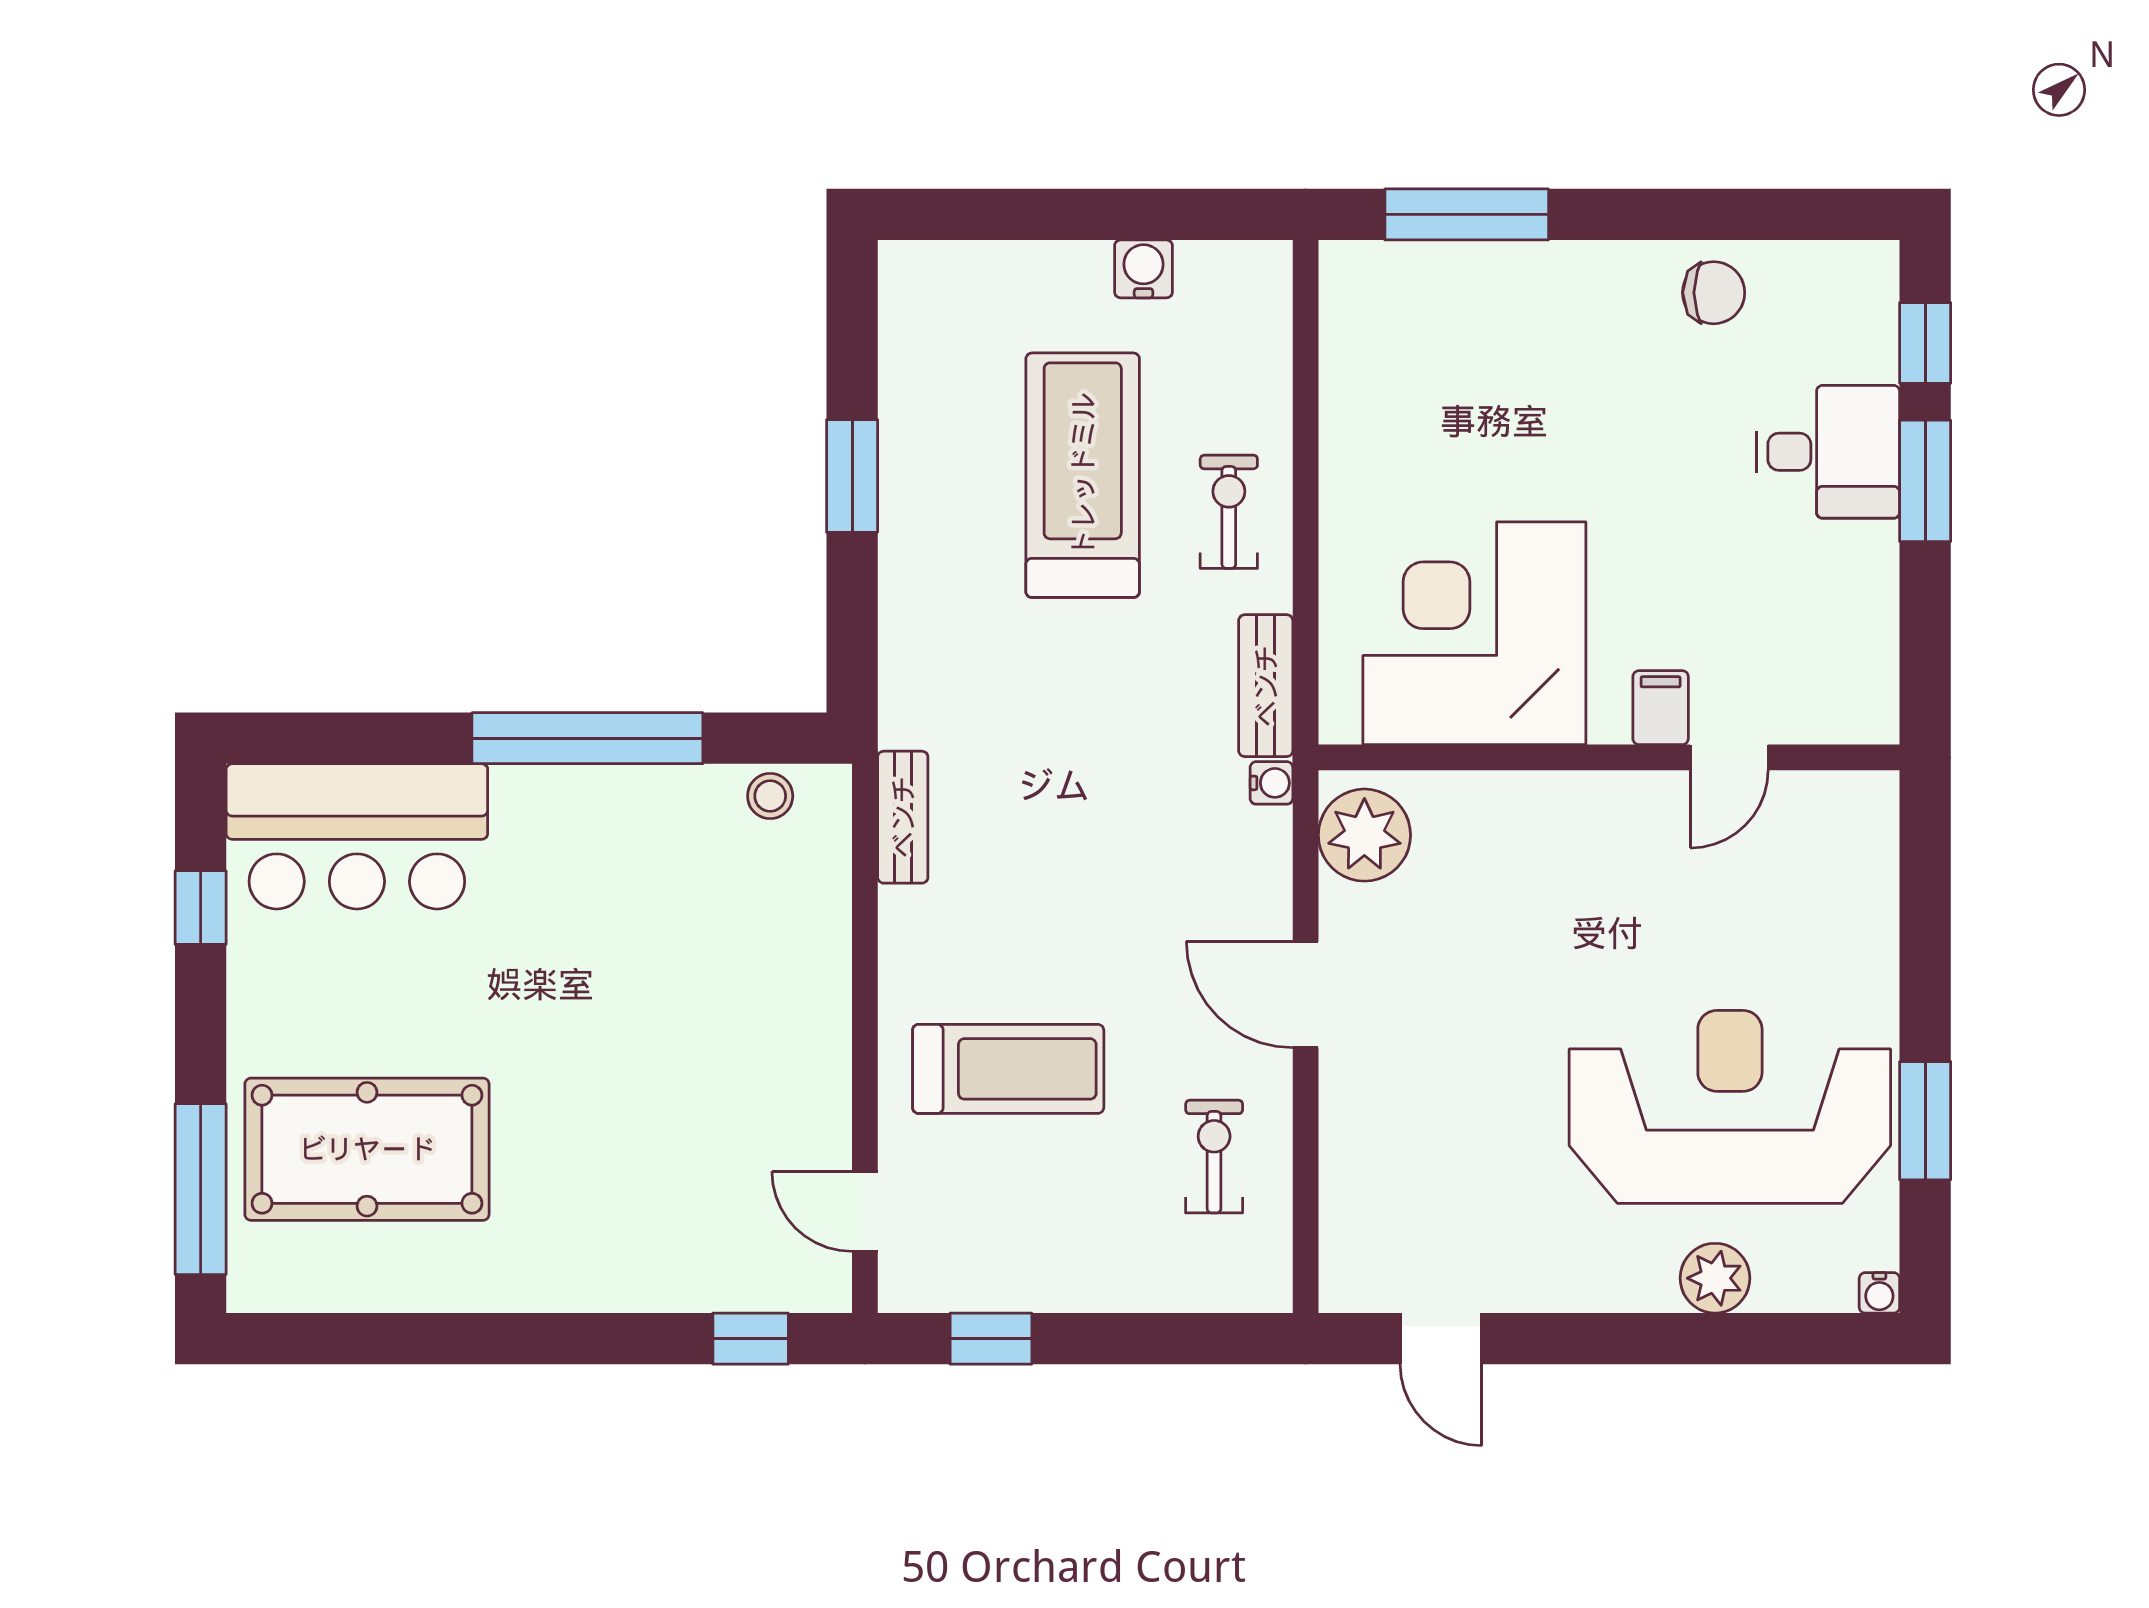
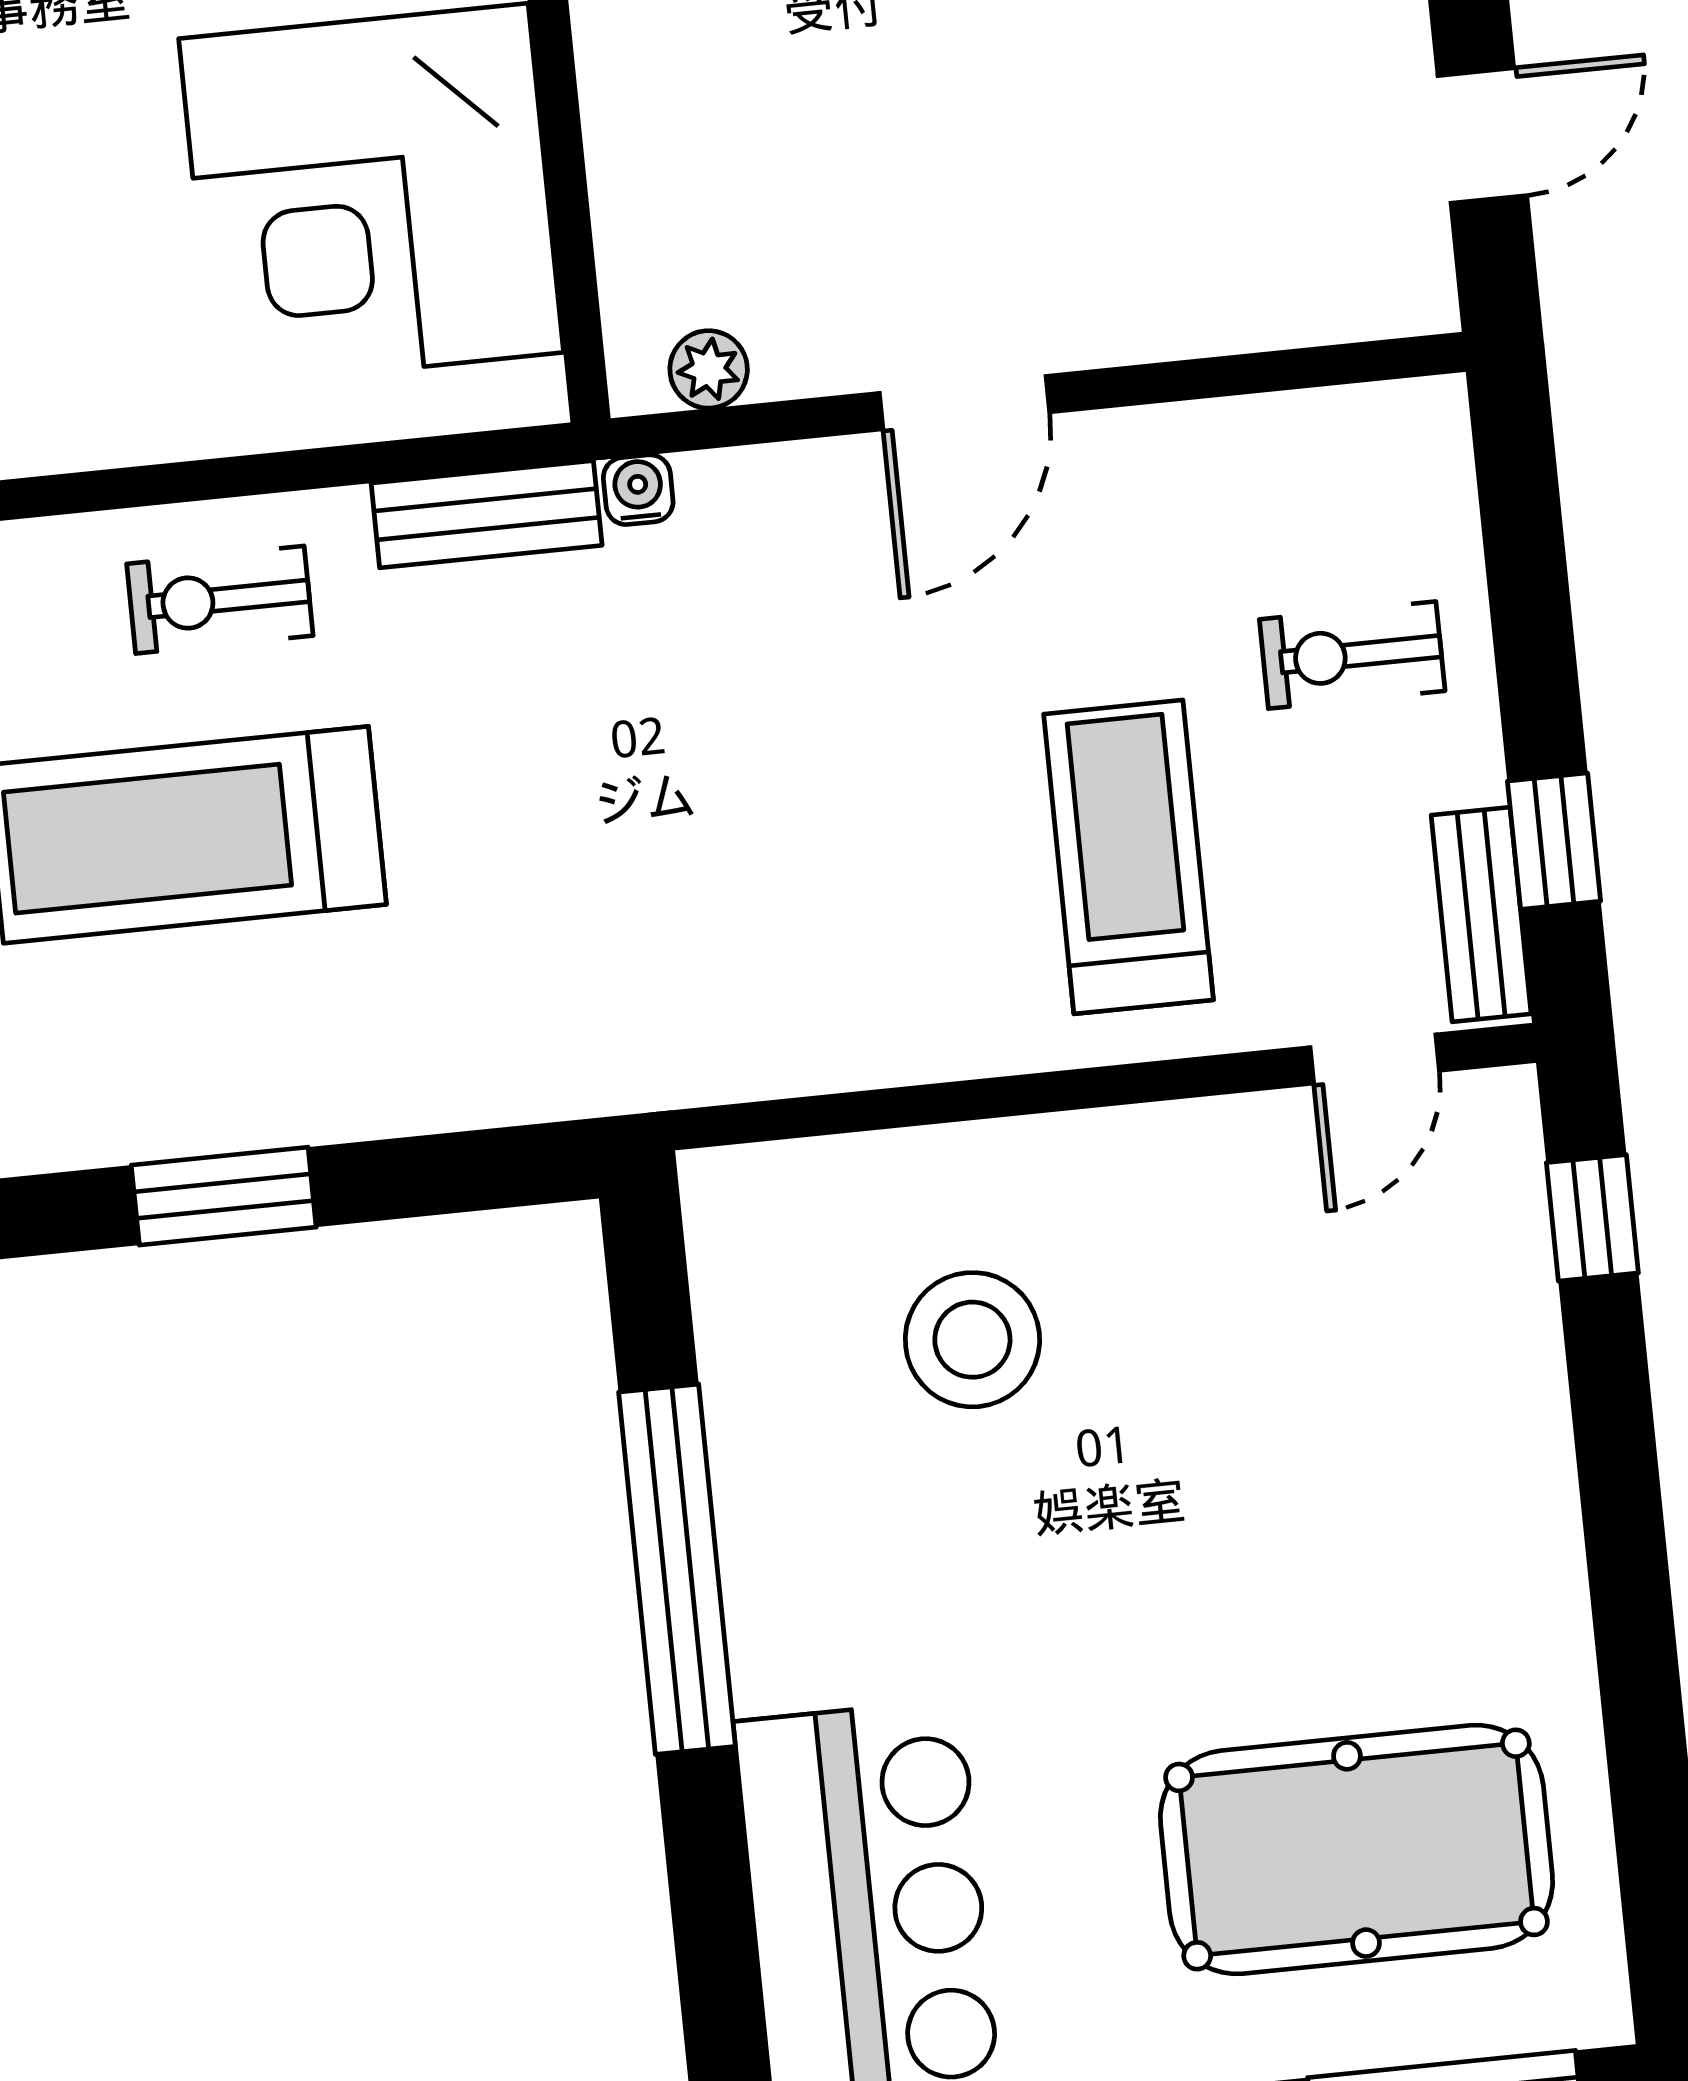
stool: (770, 796) -> (972, 1340), moved, width x1.89, depth x1.89
bench: (903, 817) -> (1481, 915), moved, turned 90
plant: (1364, 835) -> (709, 369), width x0.53, depth x0.53
pool table: (367, 1149) -> (1357, 1849), turned 90
exercise bike: (1214, 1157) -> (1352, 655), moved

